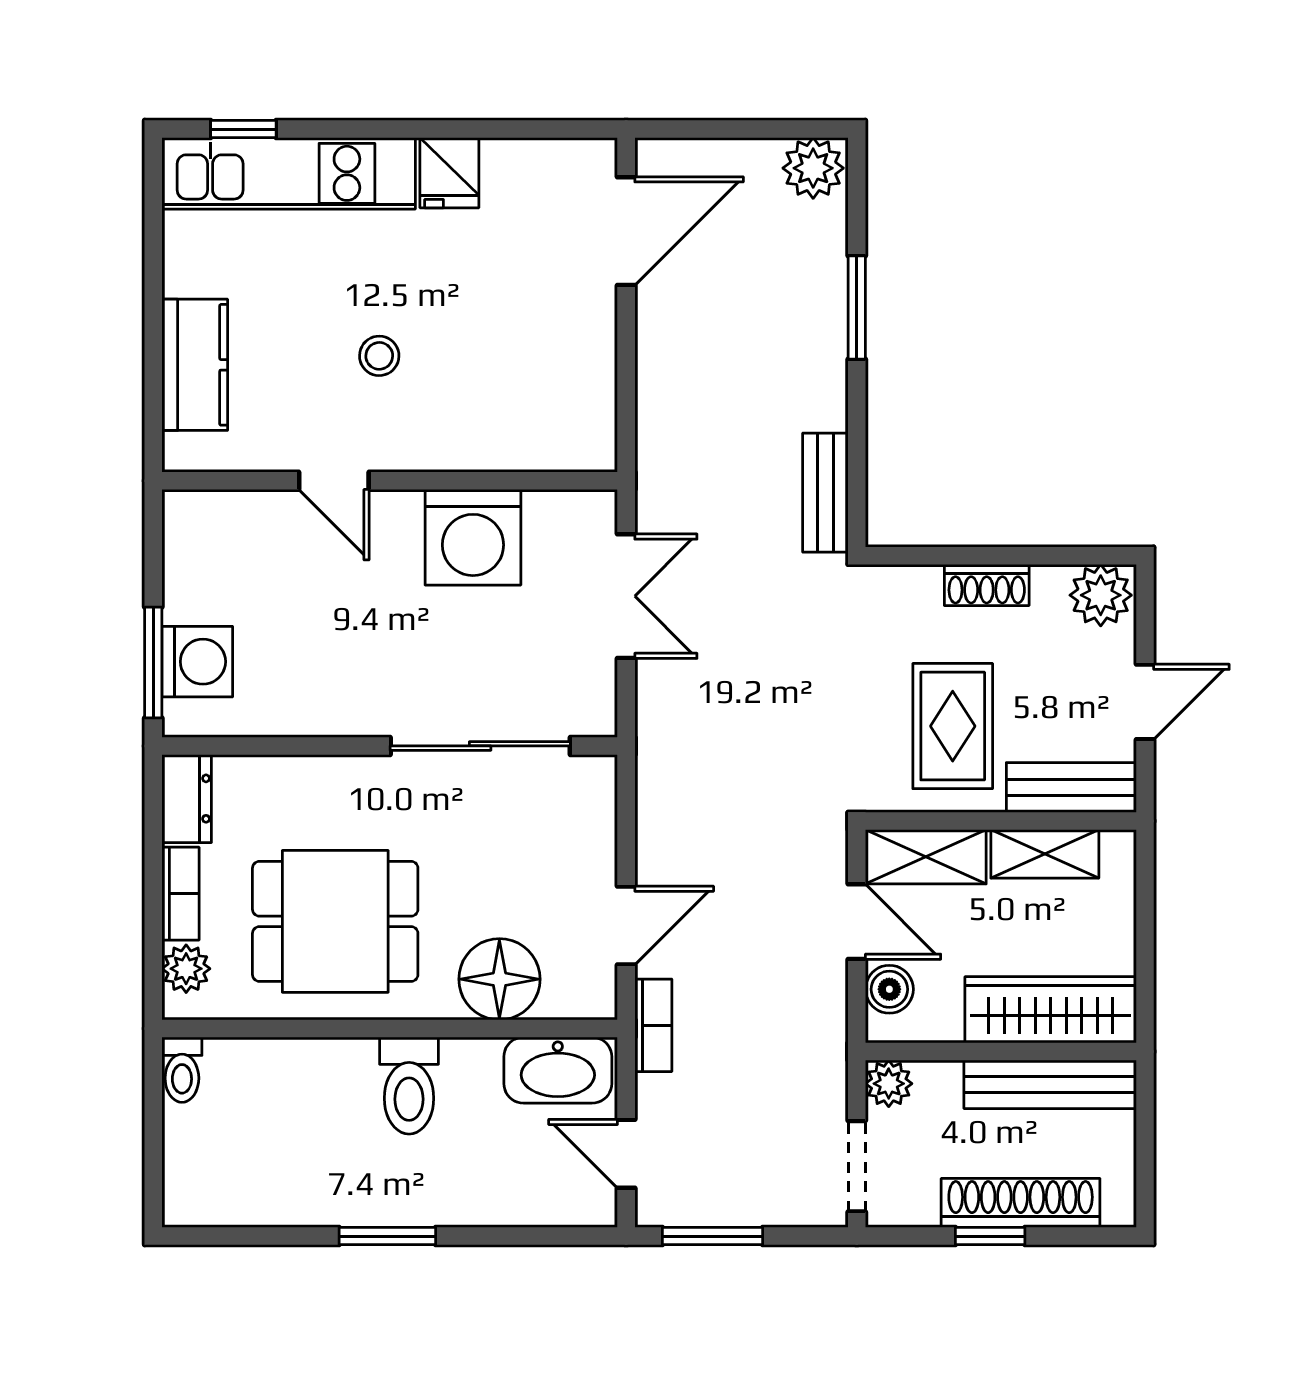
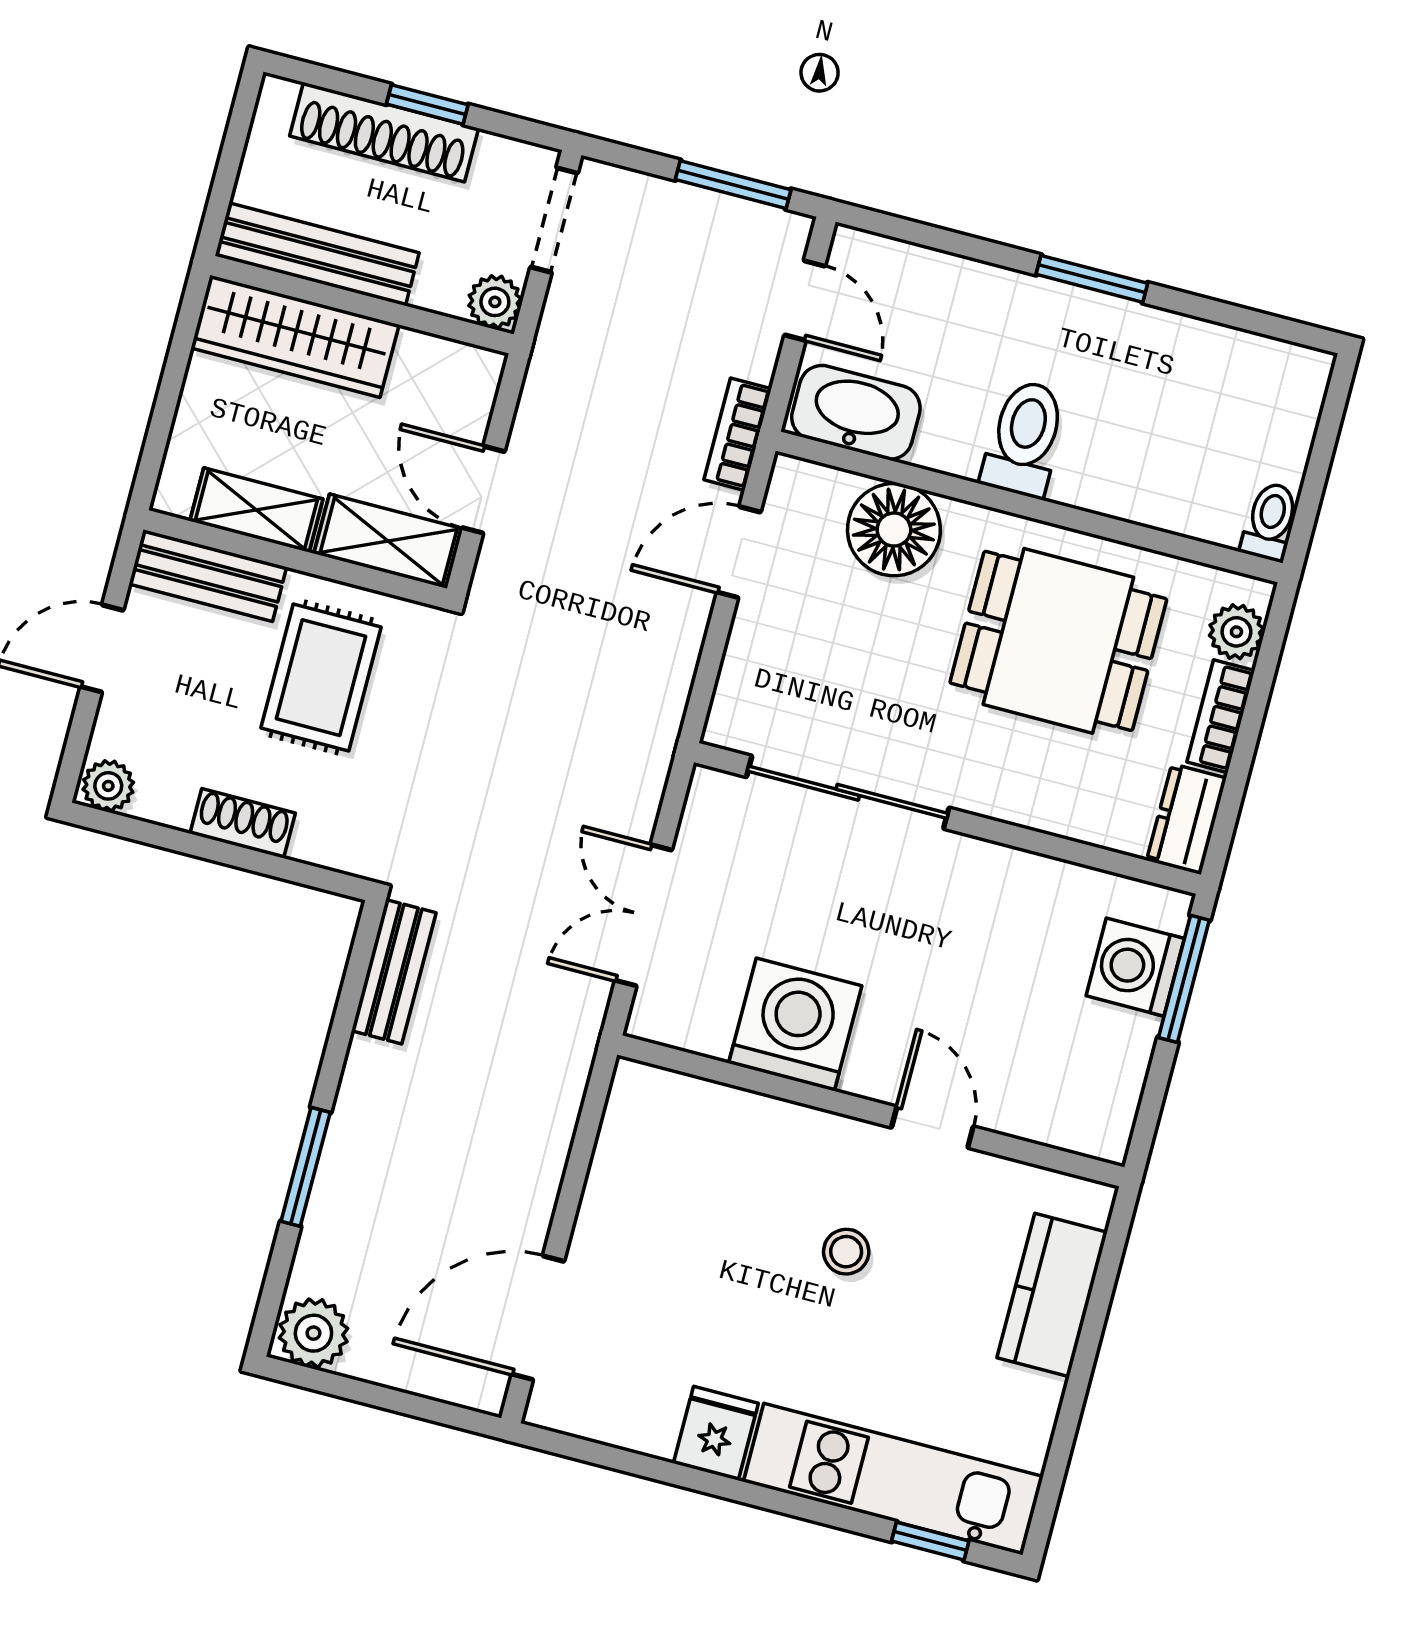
plant: (1101, 595) -> (108, 786), width x0.73, depth x0.73
boiler: (889, 989) -> (467, 406), removed

